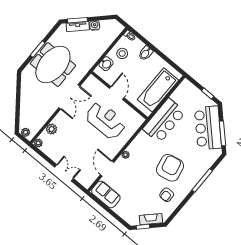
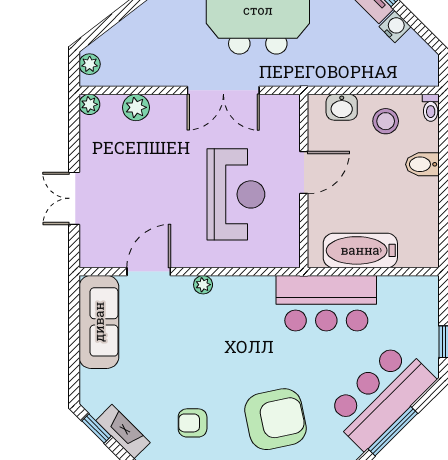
bathtub: (158, 90) -> (360, 250), width x0.73, depth x0.73
armchair: (170, 168) -> (275, 419), moved
double door: (64, 173) -> (74, 198), swing flipped
sofa: (106, 194) -> (99, 322), width x1.36

